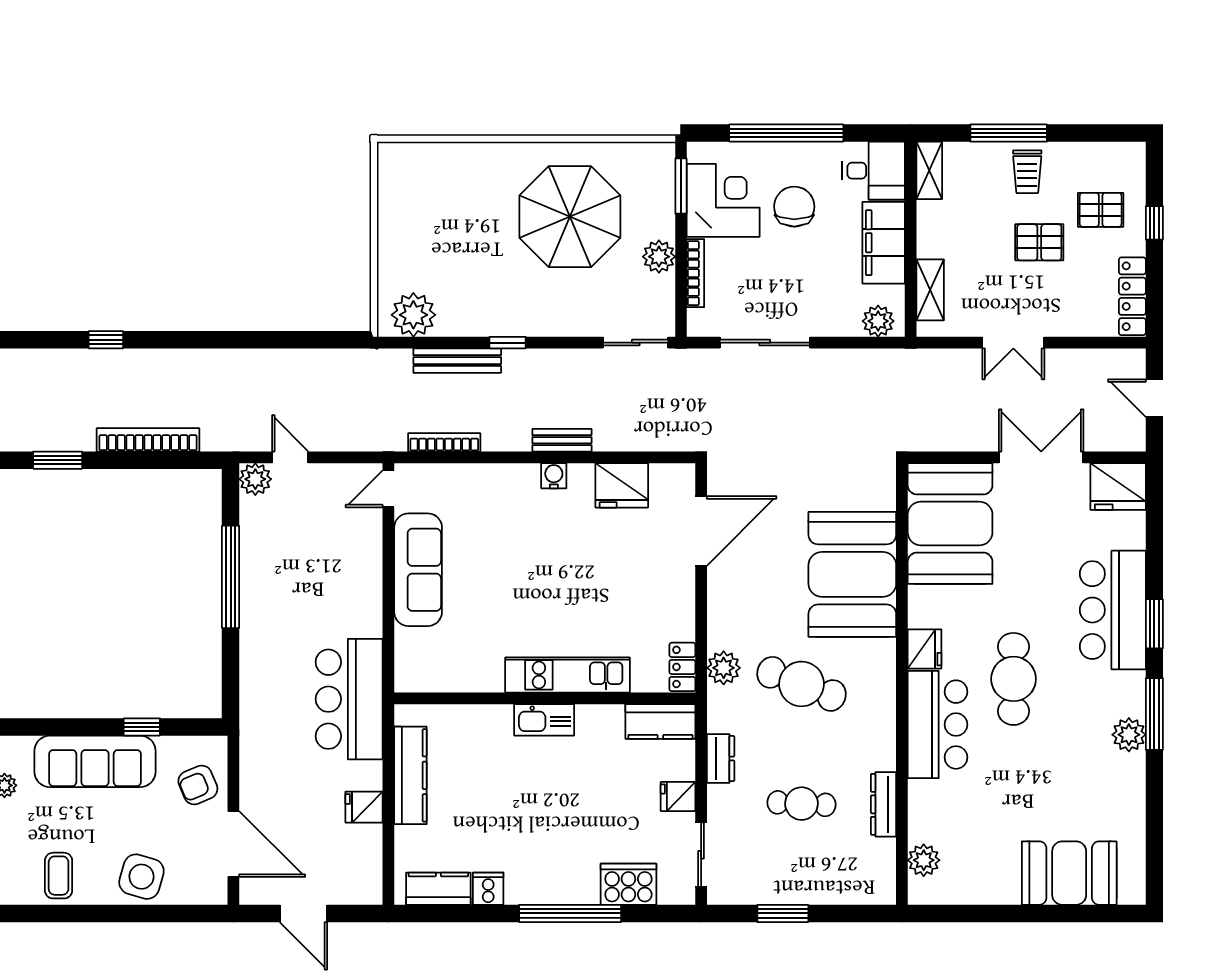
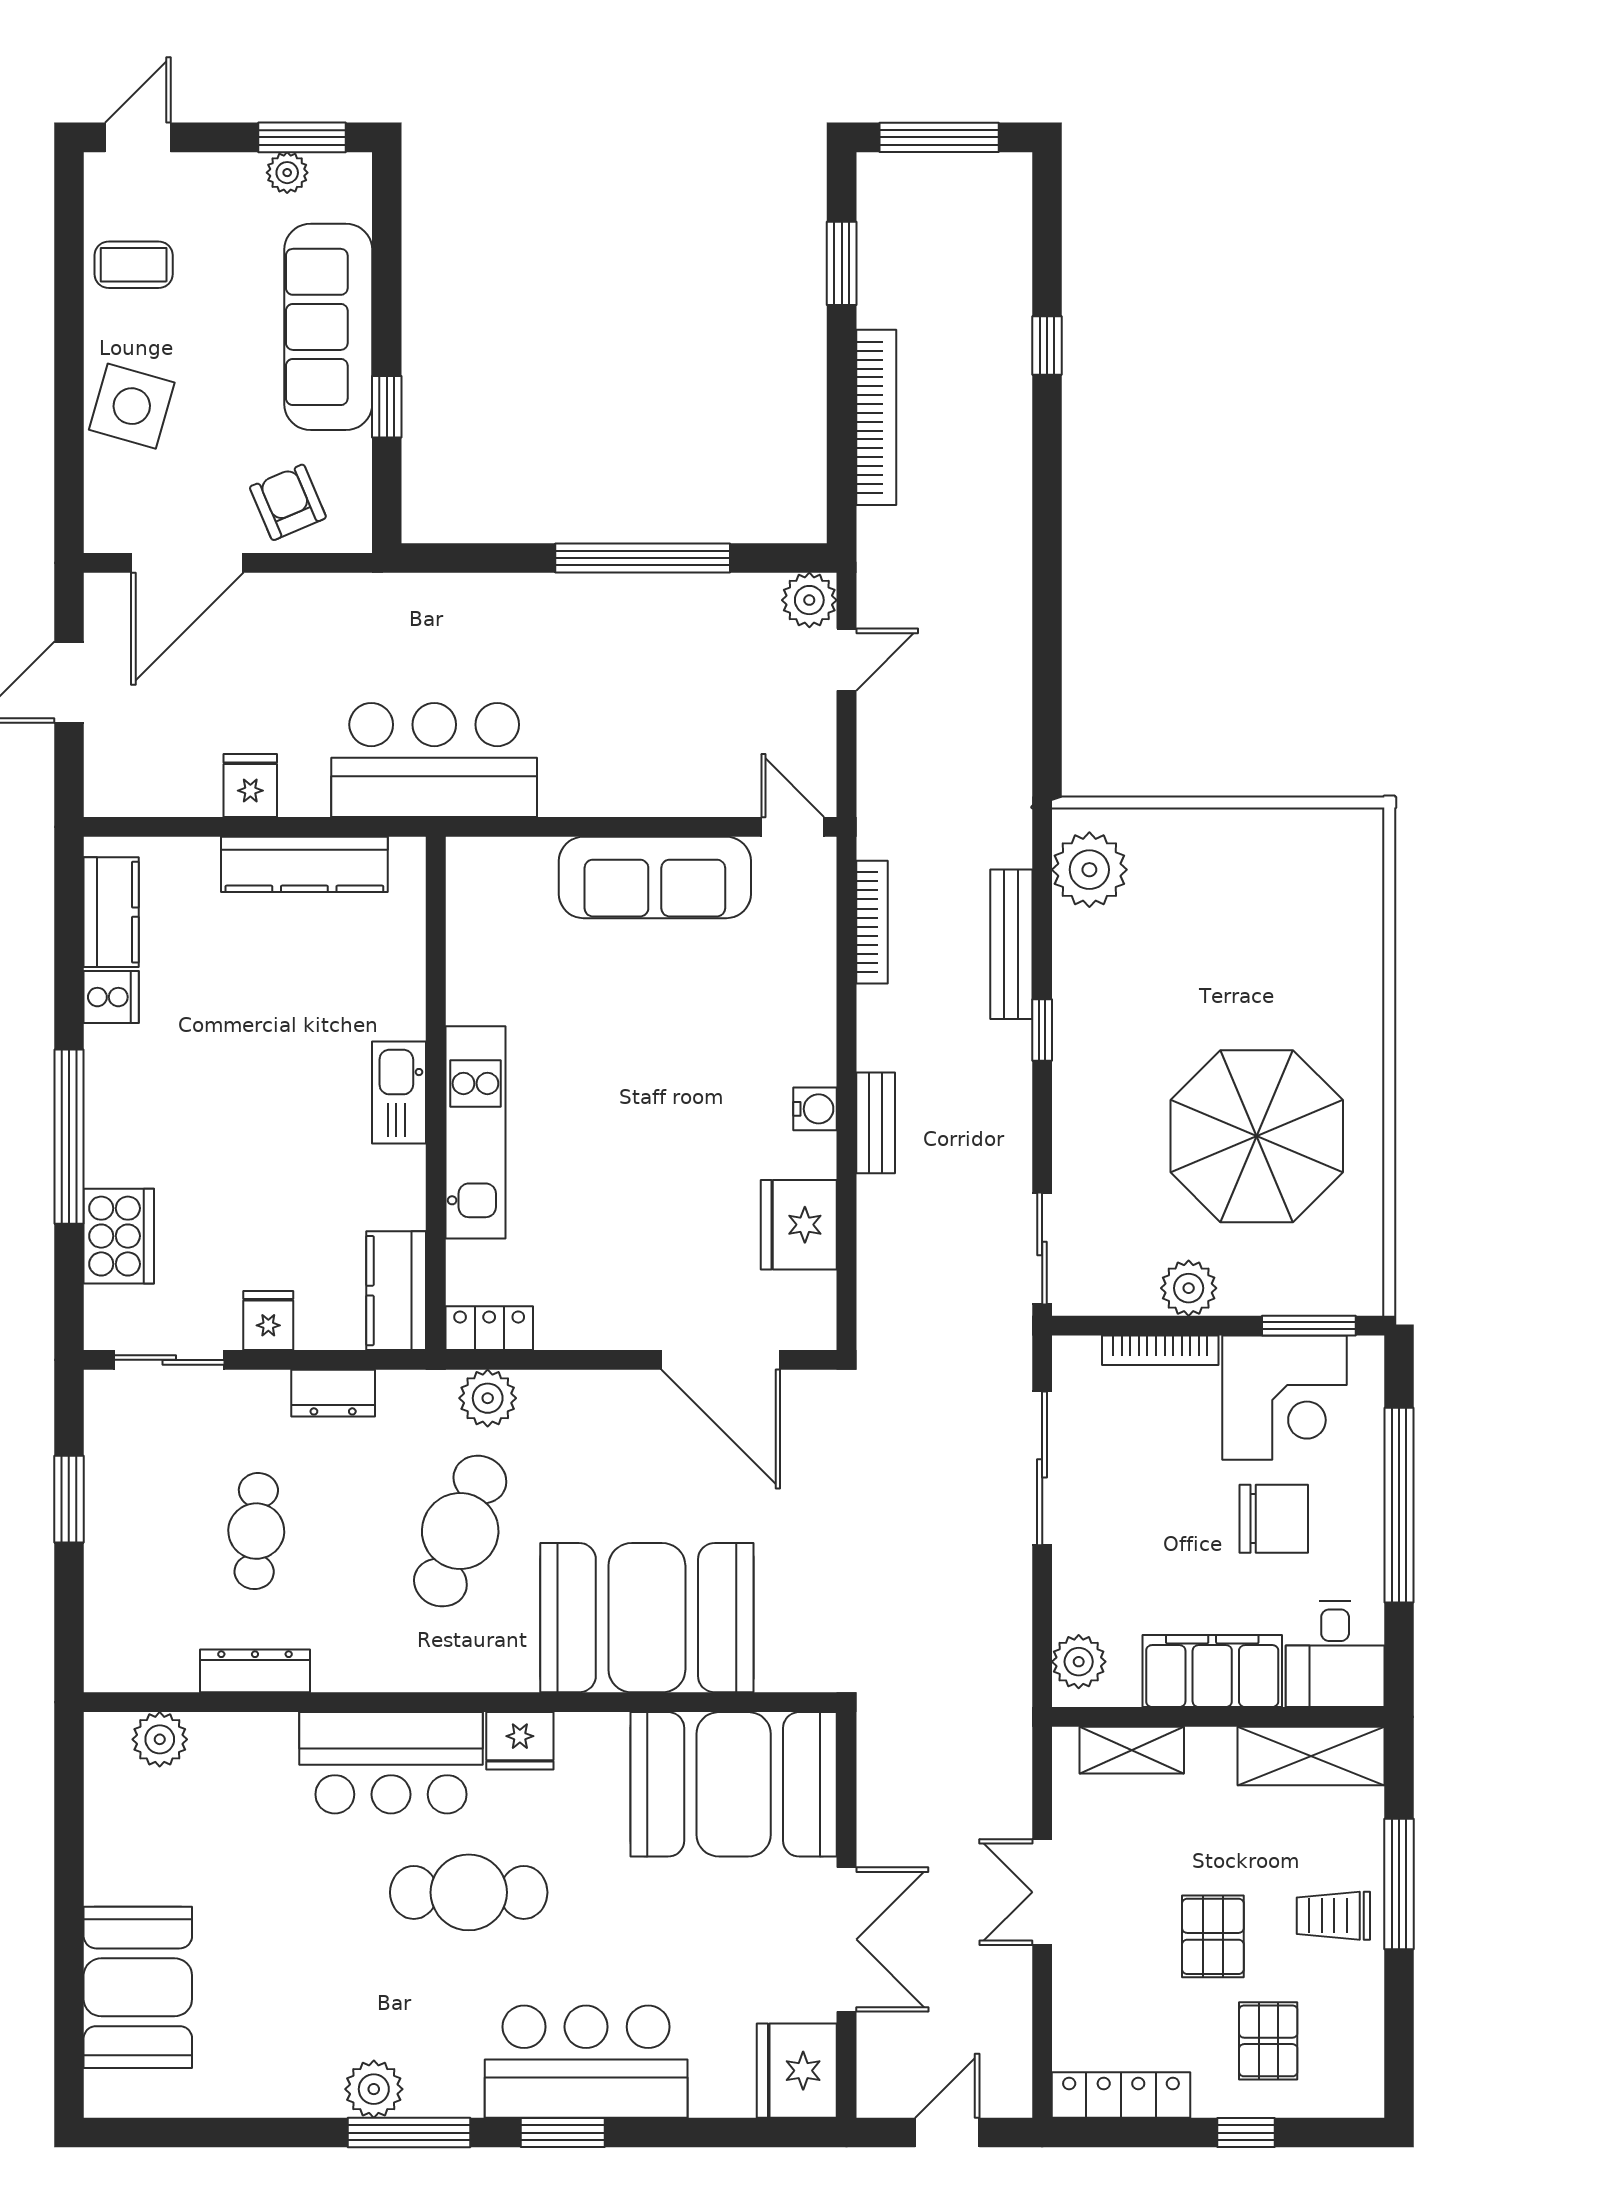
shelving: (929, 170) -> (1311, 1756), width x1.50, depth x1.33

